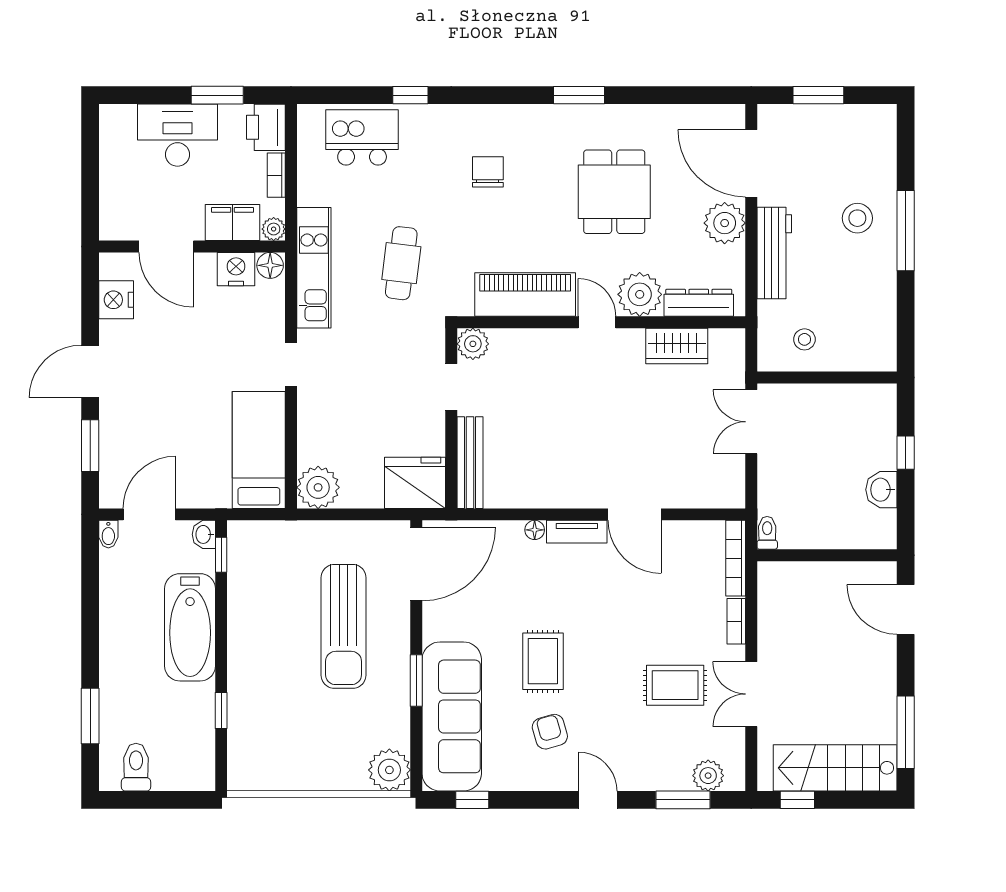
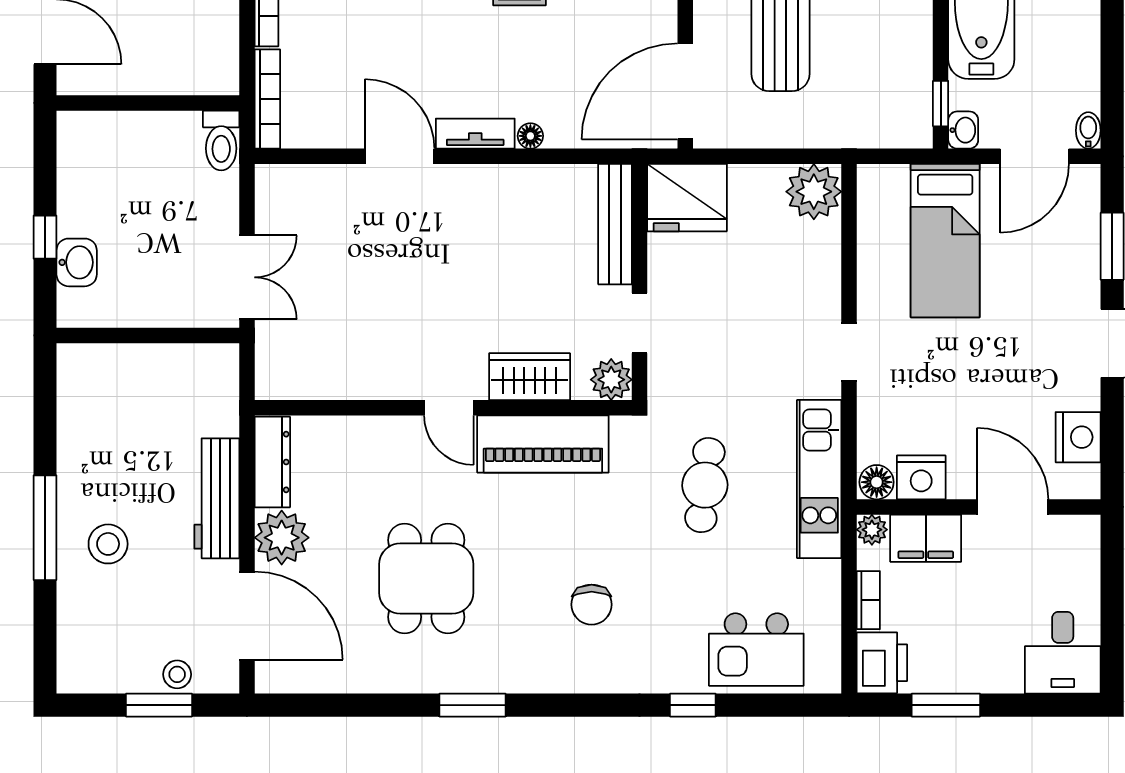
desk: (177, 135) -> (1063, 653), moved, width x0.73
plant: (640, 294) -> (393, 444), removed
dresser: (699, 303) -> (272, 462), moved, turned -90
stool: (804, 339) -> (177, 674), moved
wardrobe: (677, 346) -> (530, 377), moved
bed: (259, 450) -> (945, 241), moved
washbasin: (881, 490) -> (77, 262), moved
toilet: (767, 533) -> (221, 141), width x1.37, depth x1.39

